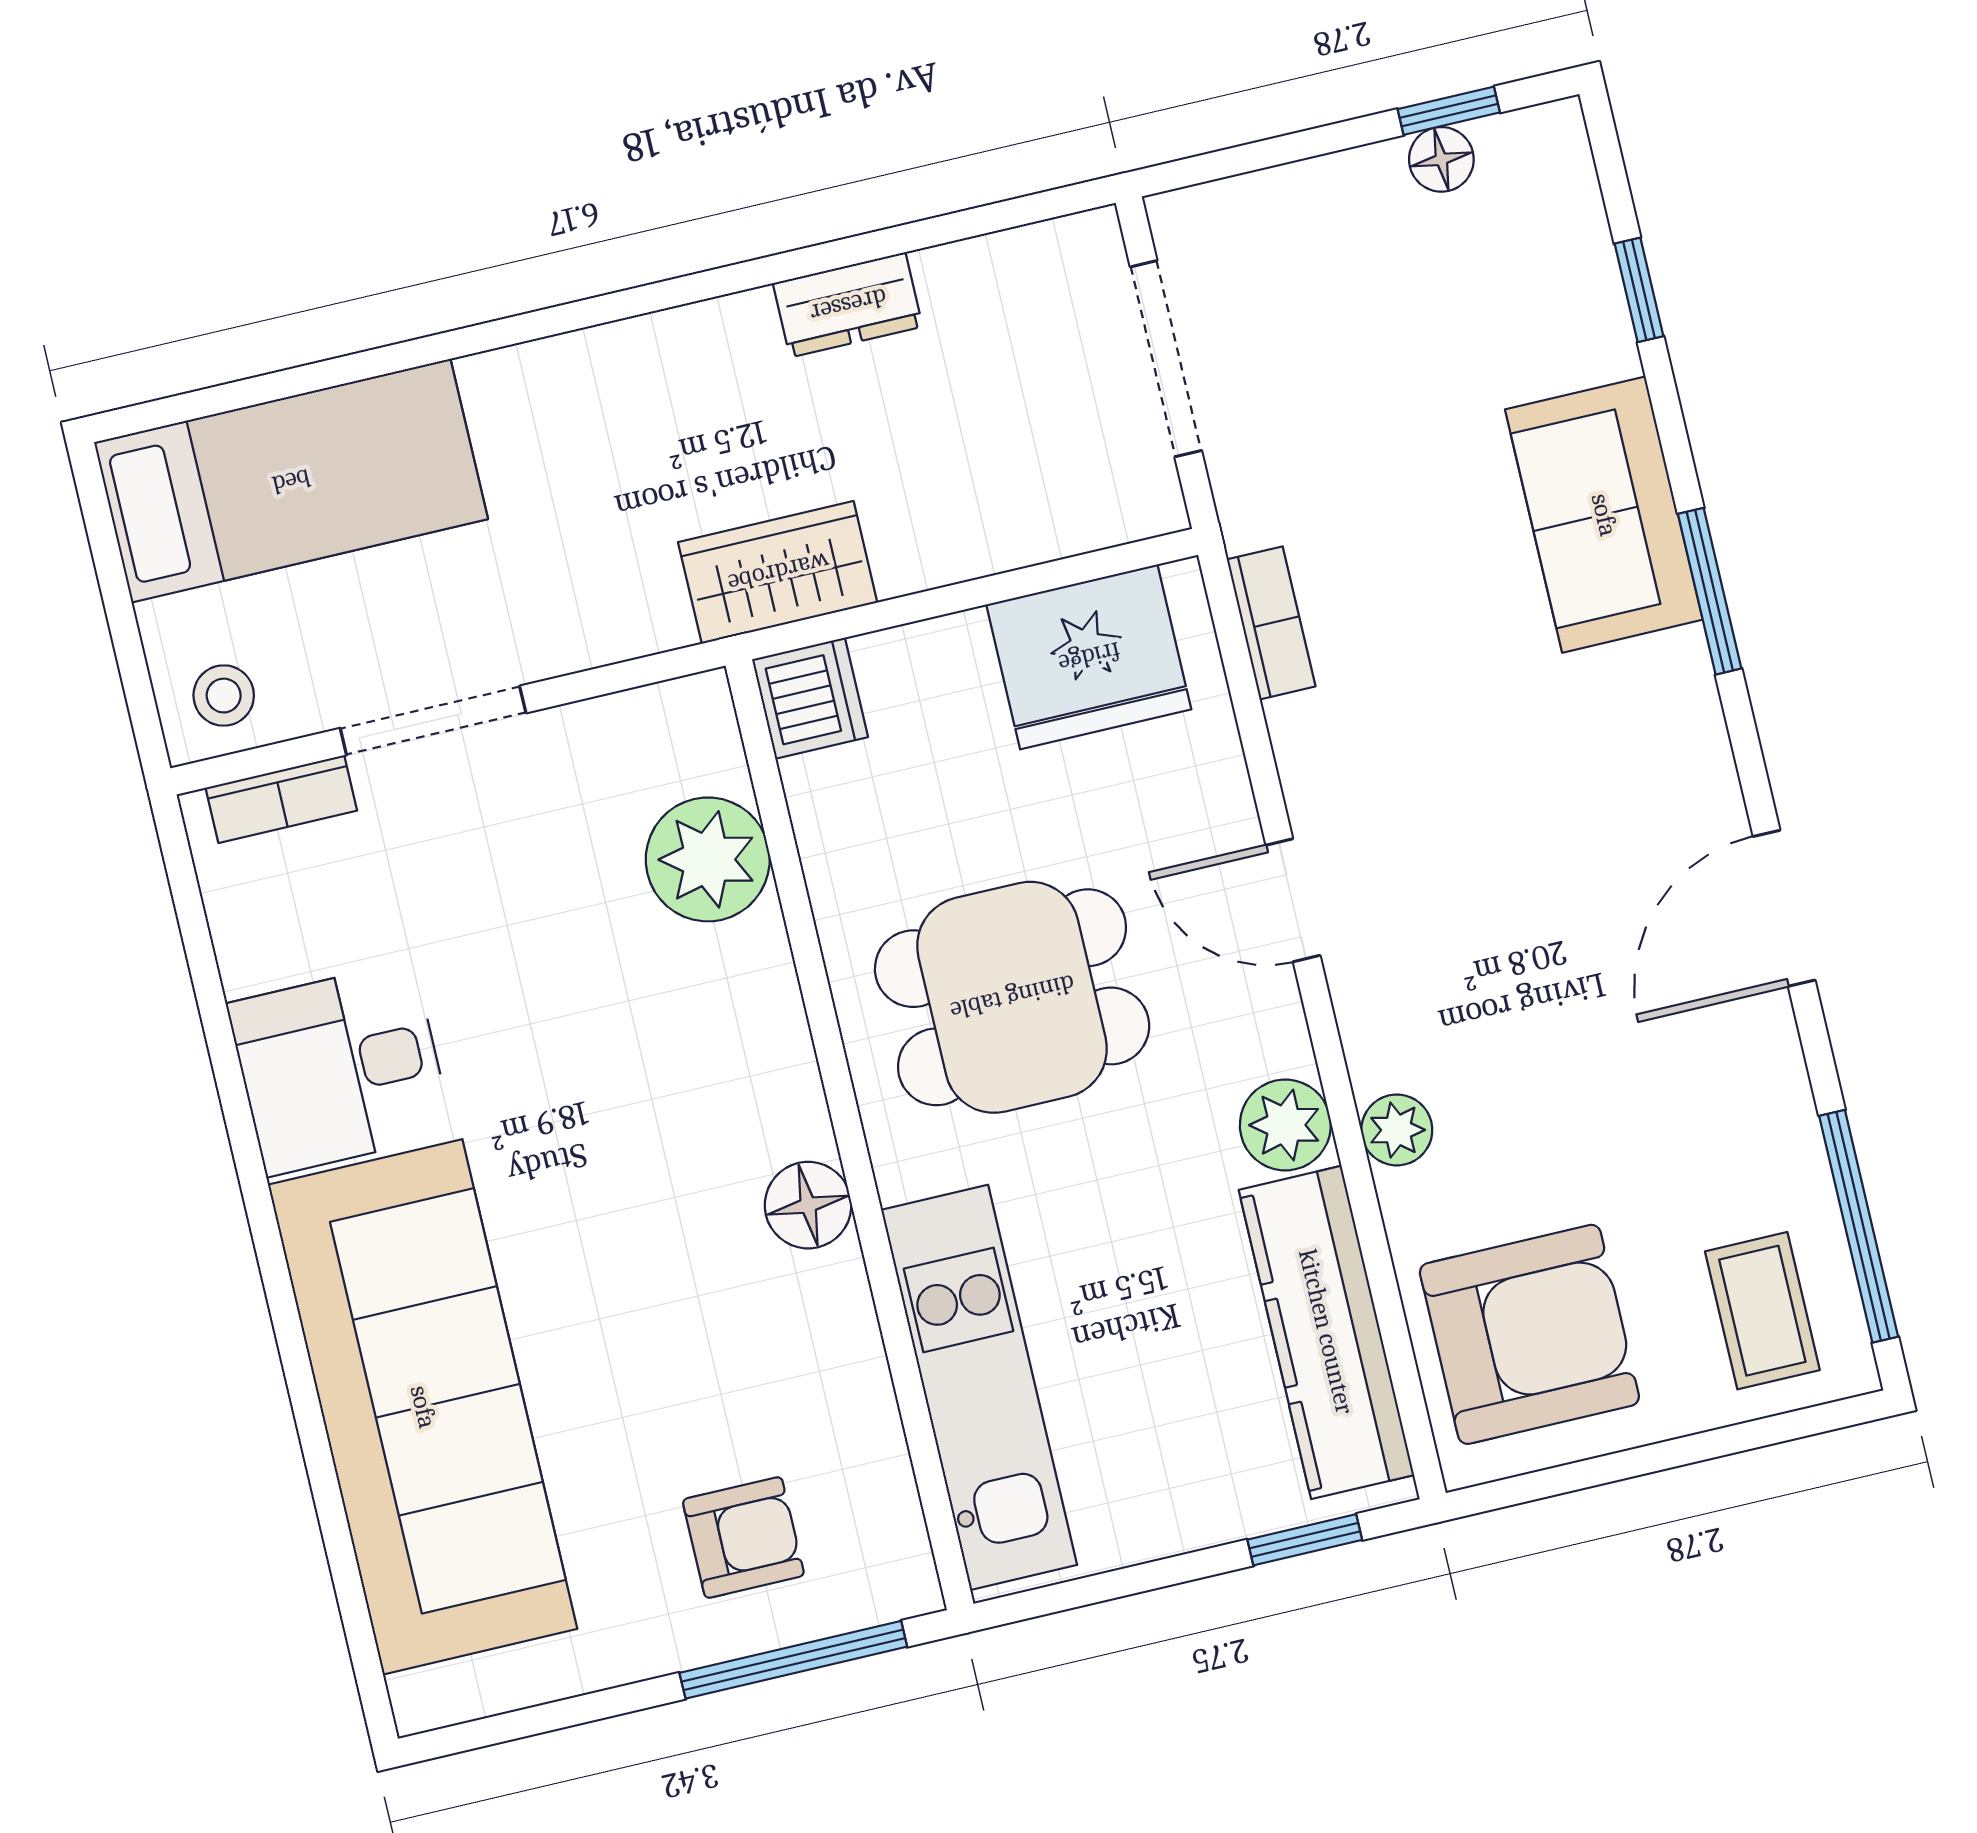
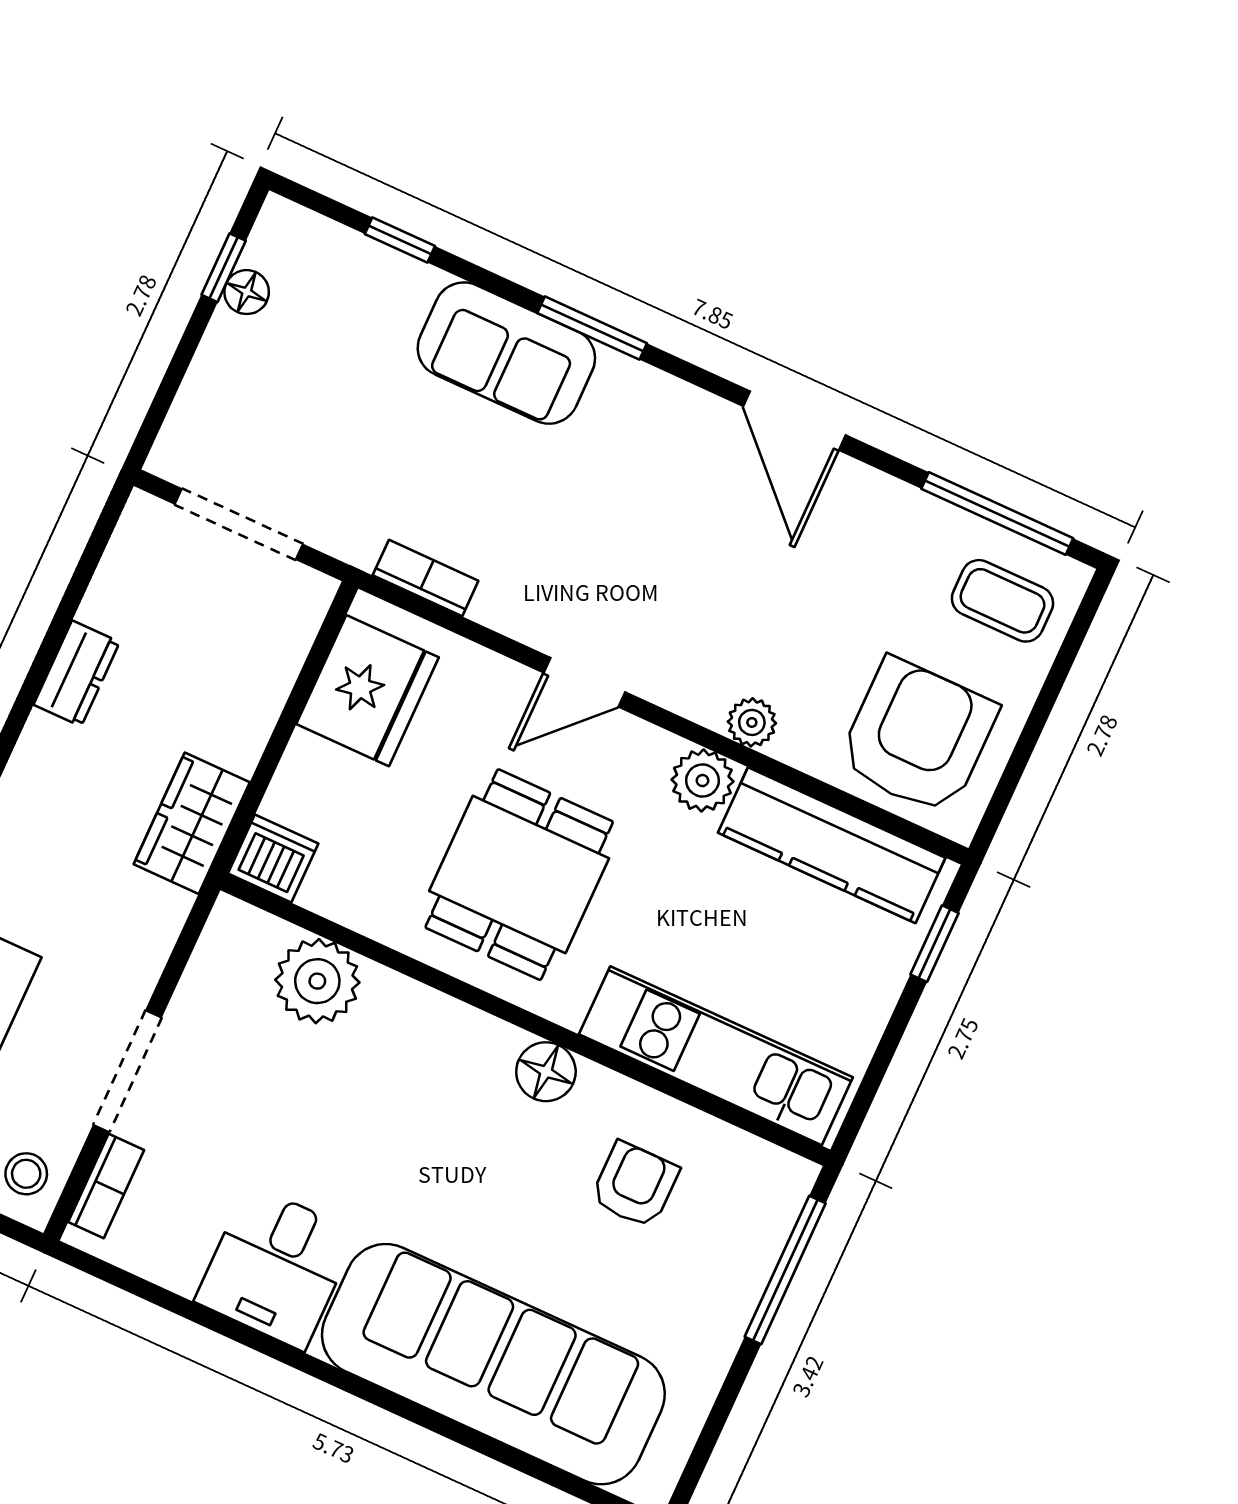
armchair: (743, 1538) -> (635, 1185), moved

